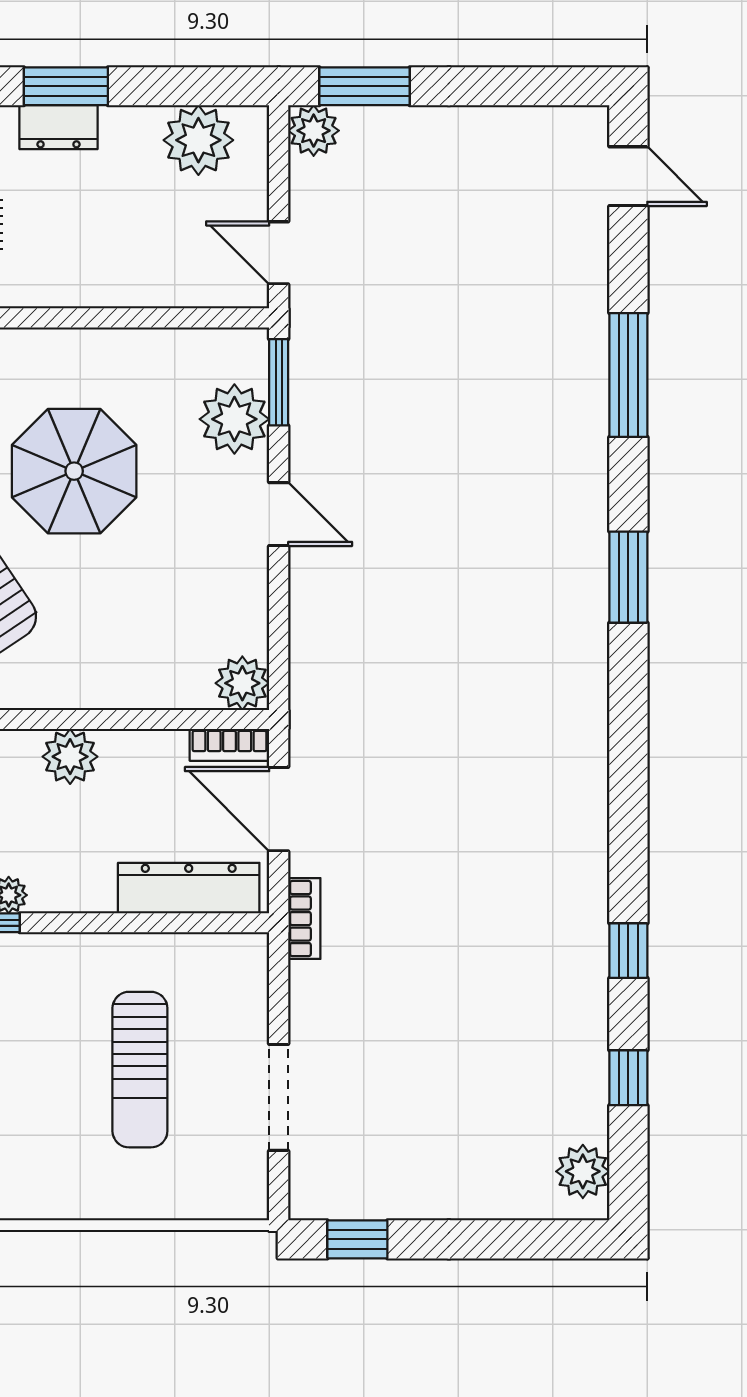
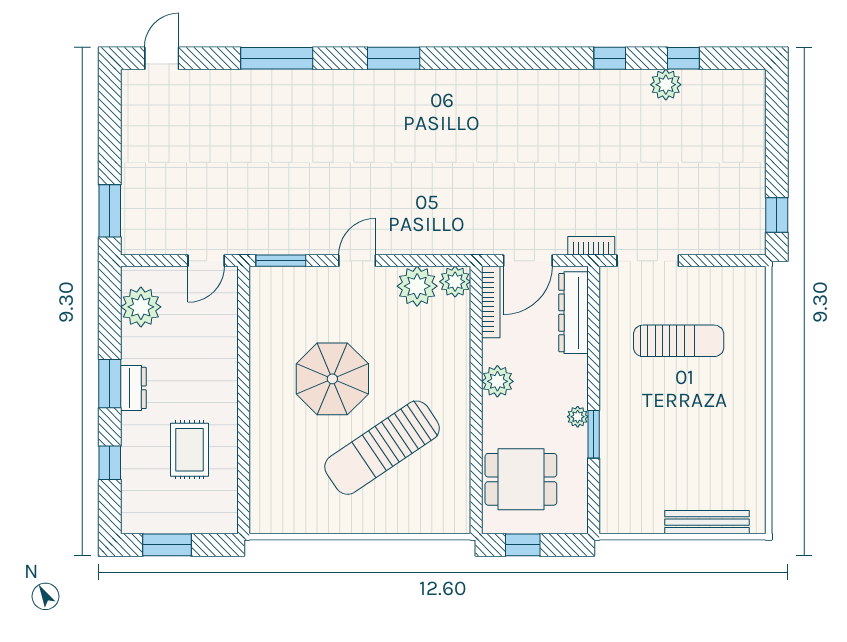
plant: (314, 131) -> (135, 240), removed
plant: (234, 419) -> (417, 286), moved
bookcase: (229, 745) -> (491, 302), width x1.56
doorway: (279, 1097) -> (648, 261), moved
plant: (583, 1171) -> (666, 85), moved

